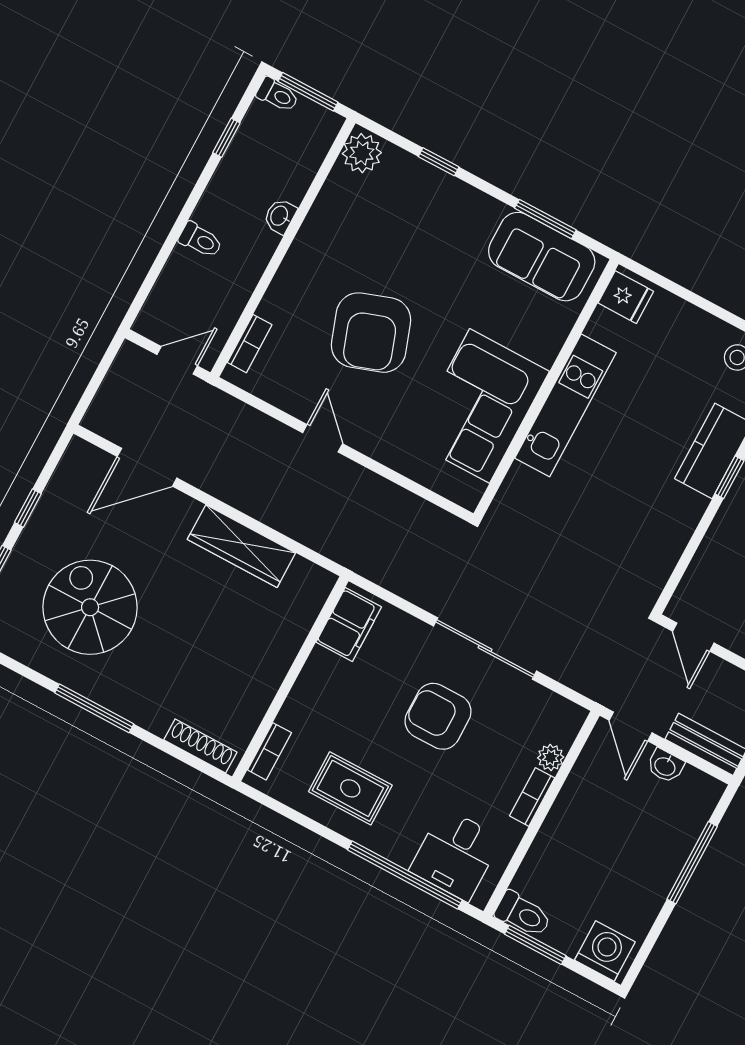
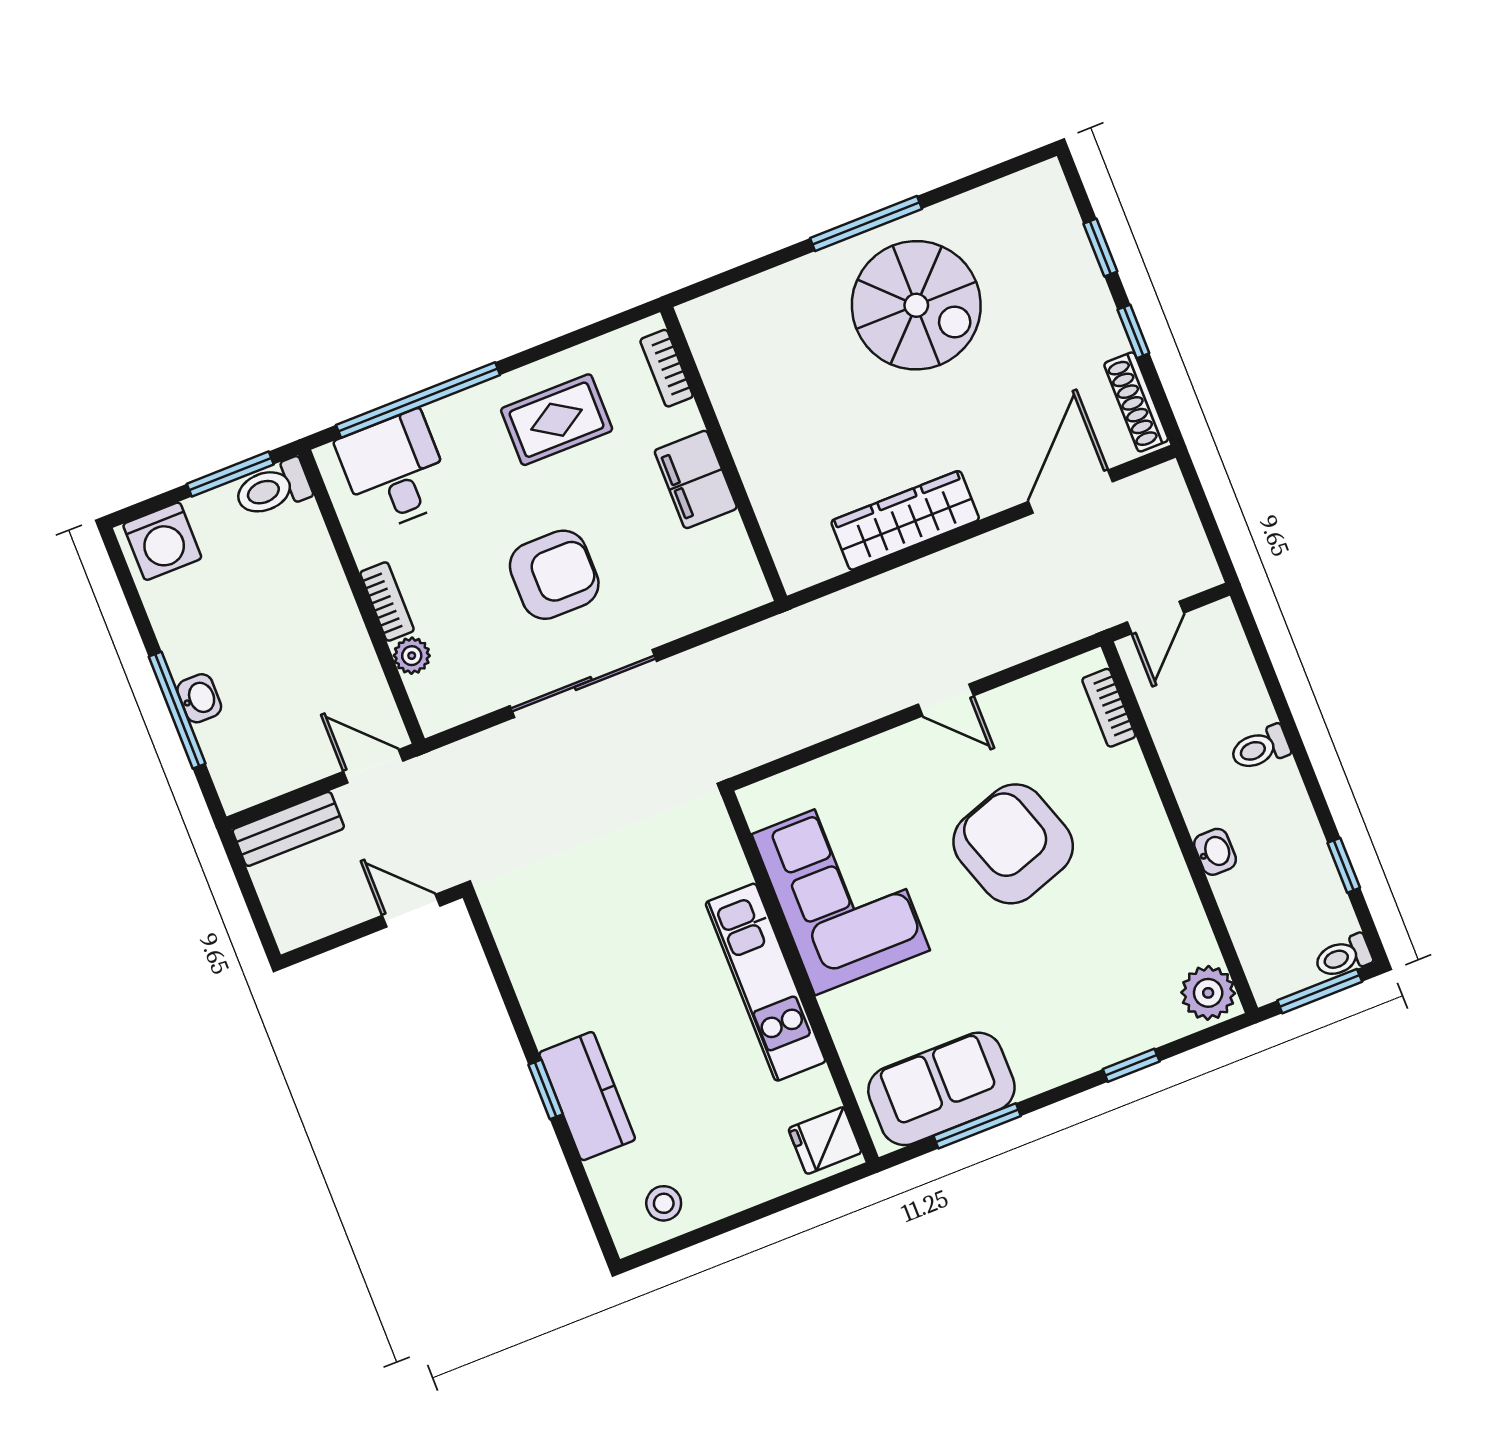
spiral stairs: (90, 607) -> (916, 305), moved
filing cabinet: (349, 625) -> (696, 479), moved
shoe rack: (200, 746) -> (1136, 402), moved, turned 90
washbasin: (665, 766) -> (199, 698), moved, turned 90

